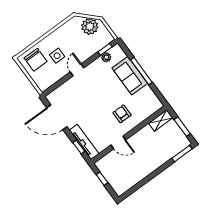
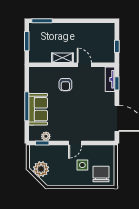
shelving: (161, 121) -> (62, 58), moved
tv unit: (84, 142) -> (110, 79), width x0.71

